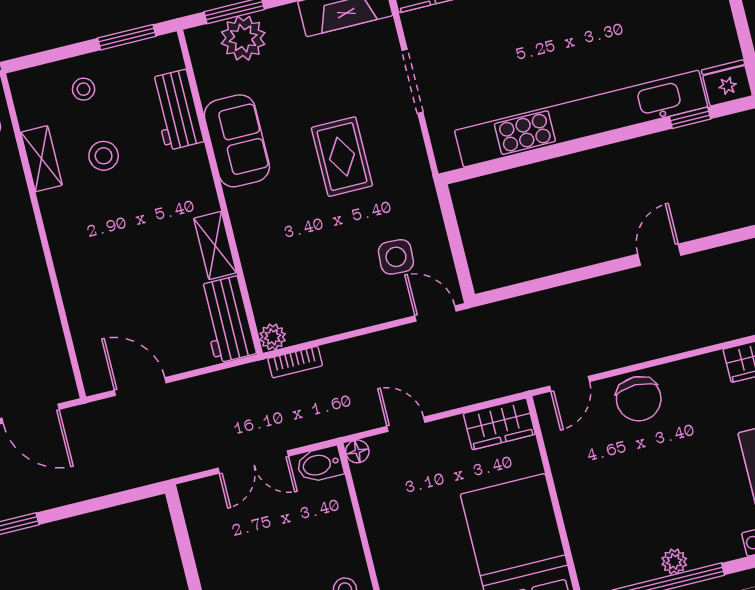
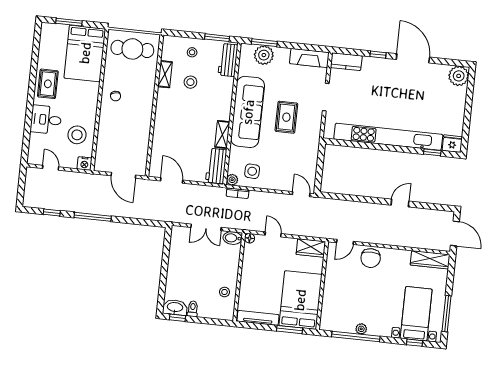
workbench: (176, 110) -> (228, 60), moved
sofa: (237, 141) -> (248, 112), width x1.85, depth x1.27
side table: (396, 257) -> (252, 171), moved

